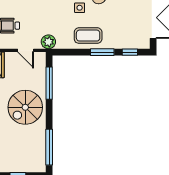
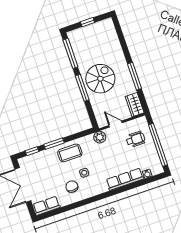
window: (49, 83) -> (82, 88), moved

